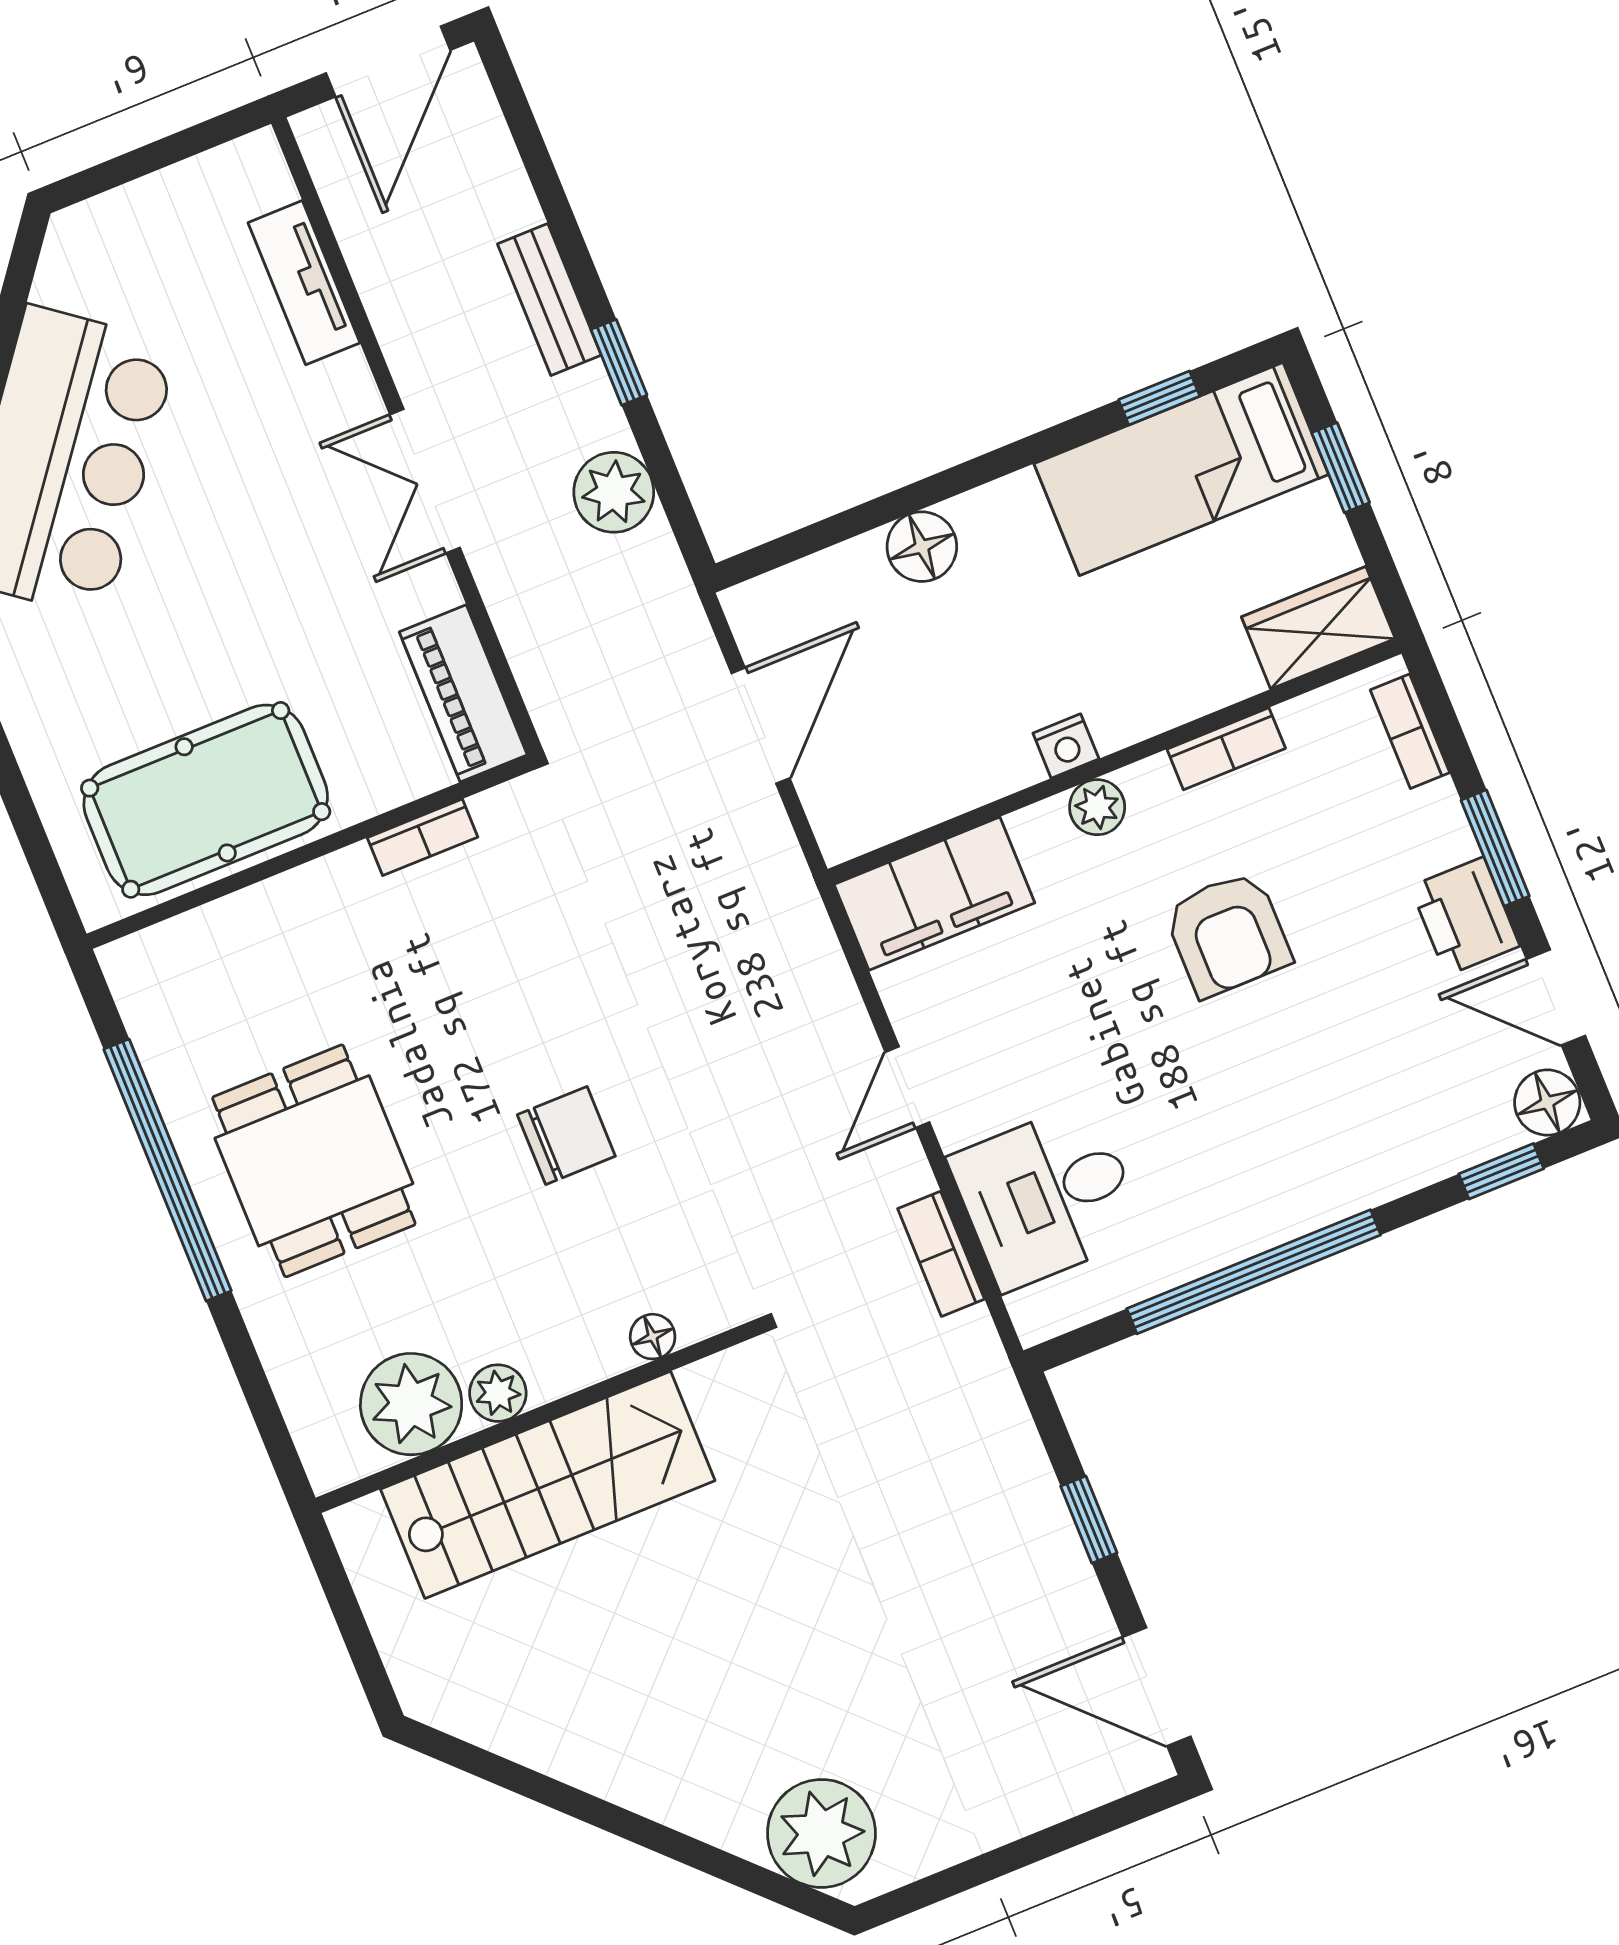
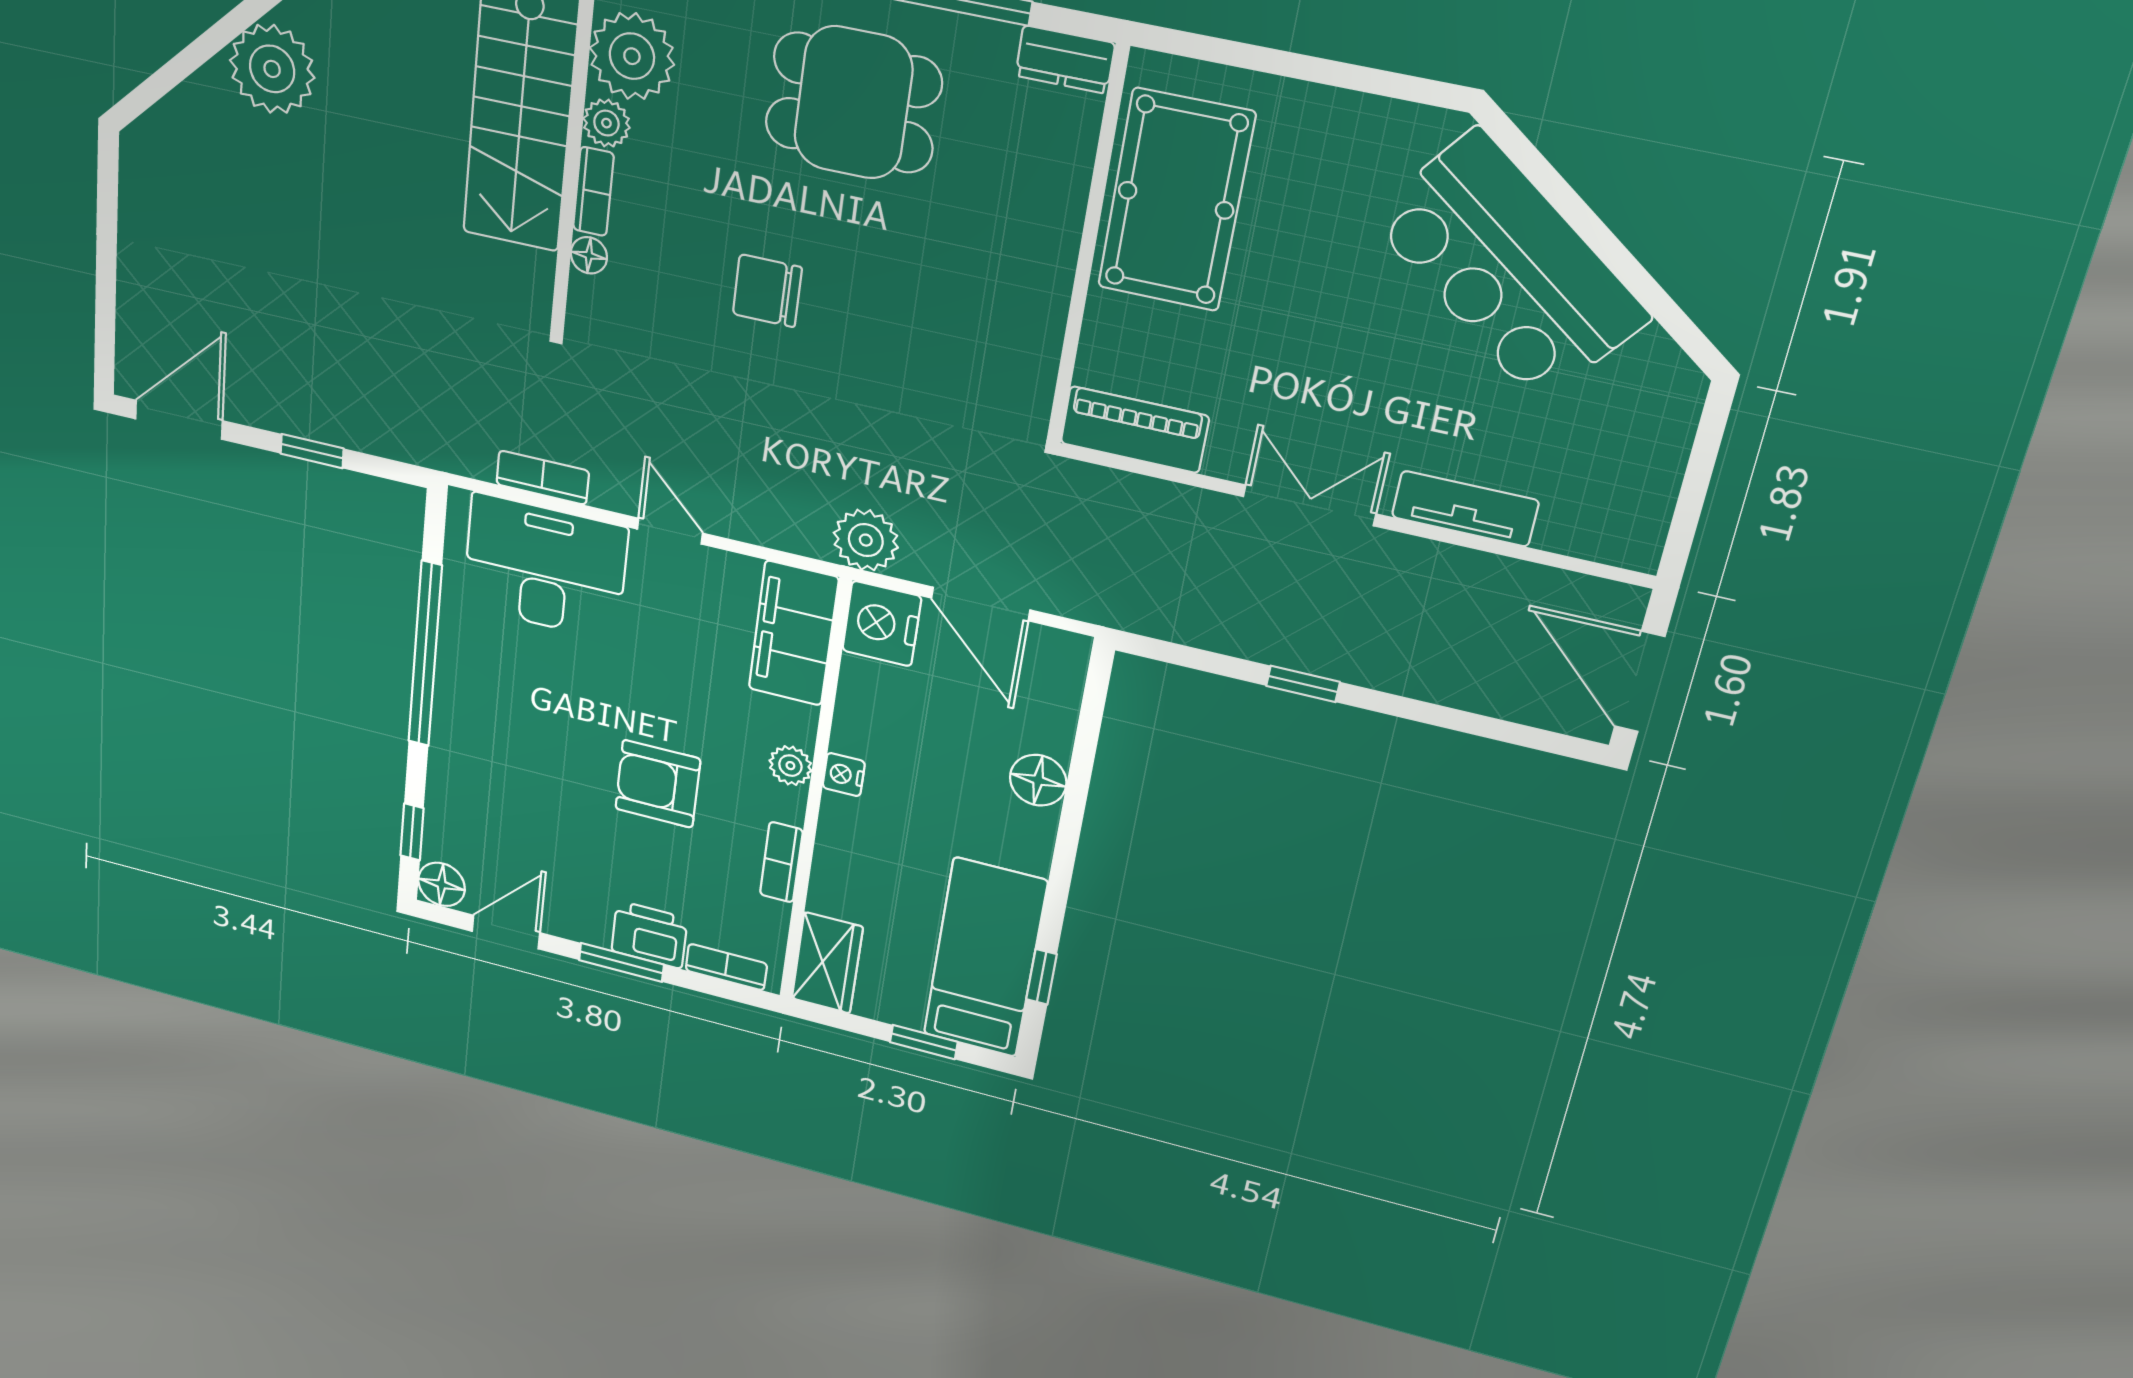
tv unit: (304, 283) -> (1465, 509), moved
bench: (549, 300) -> (1382, 670), removed
plant: (614, 492) -> (866, 540), moved
nightstand: (856, 811) -> (882, 624), added
bookcase: (423, 837) -> (593, 191), moved, turned 180
printer: (1465, 916) -> (649, 935), moved
dresser: (139, 986) -> (1065, 59), added
chair: (566, 1135) -> (767, 291), turned 90
desk: (1047, 1196) -> (545, 567), width x1.37
plant: (821, 1833) -> (272, 69), moved

